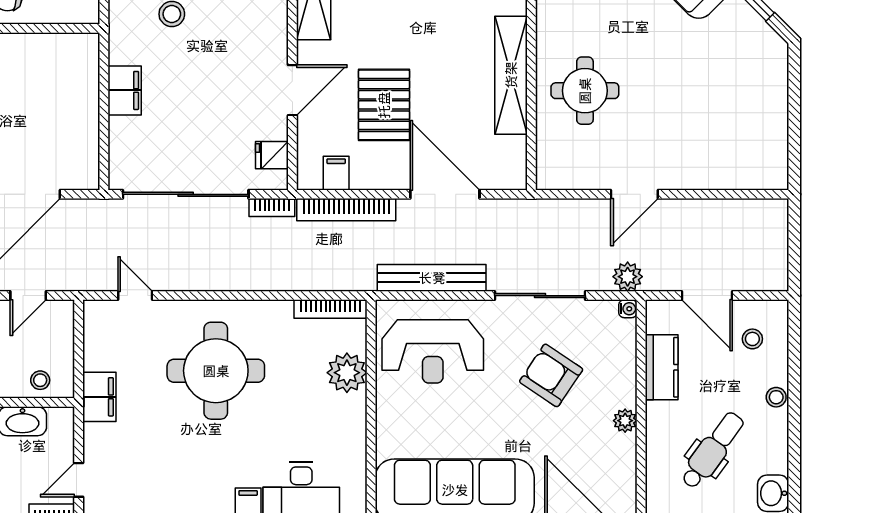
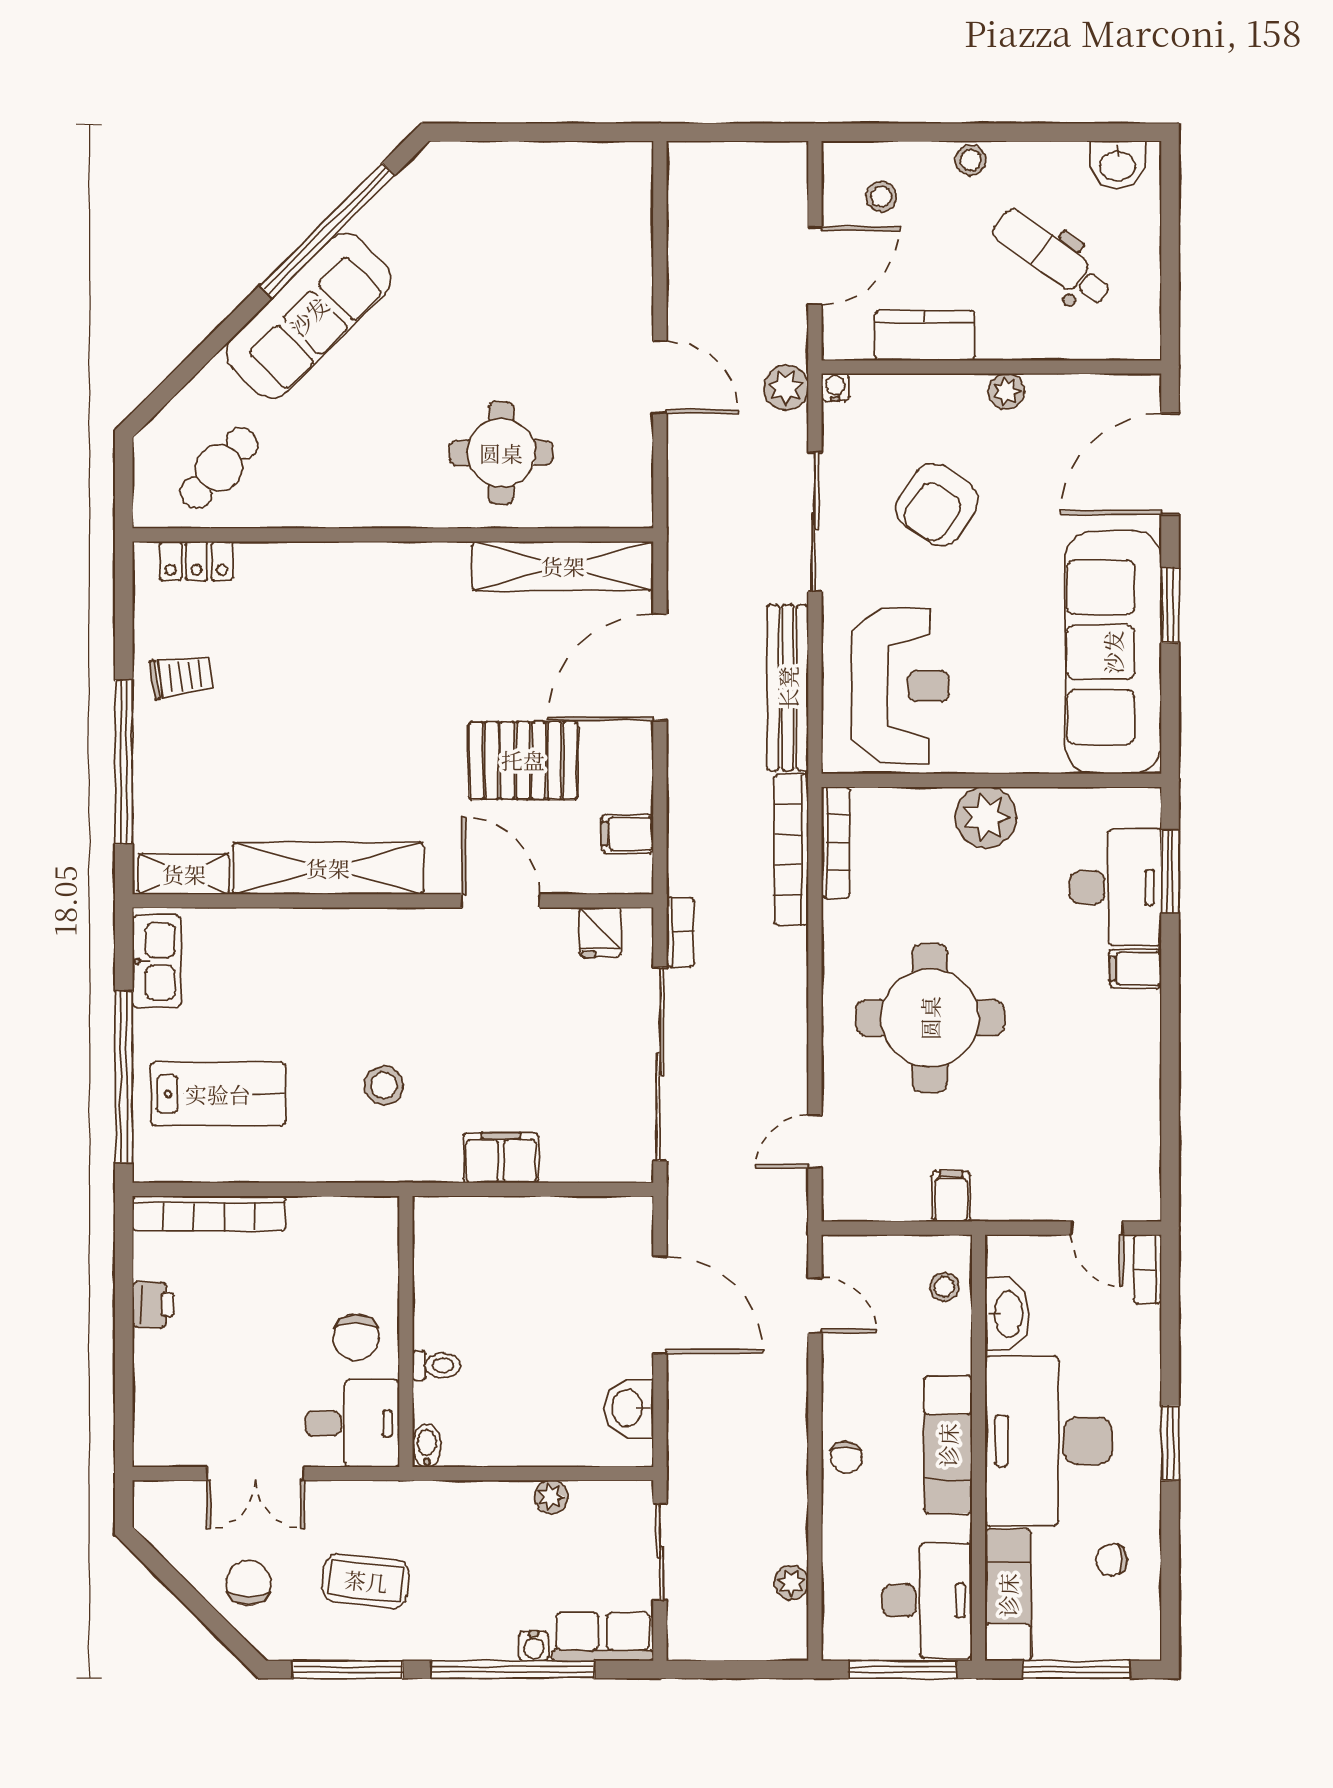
shelving: (511, 75) -> (563, 566), moved
bookcase: (346, 210) -> (791, 850), moved, turned 180
plant: (347, 373) -> (986, 817), moved
filing cabinet: (99, 397) -> (951, 1196), width x0.50

